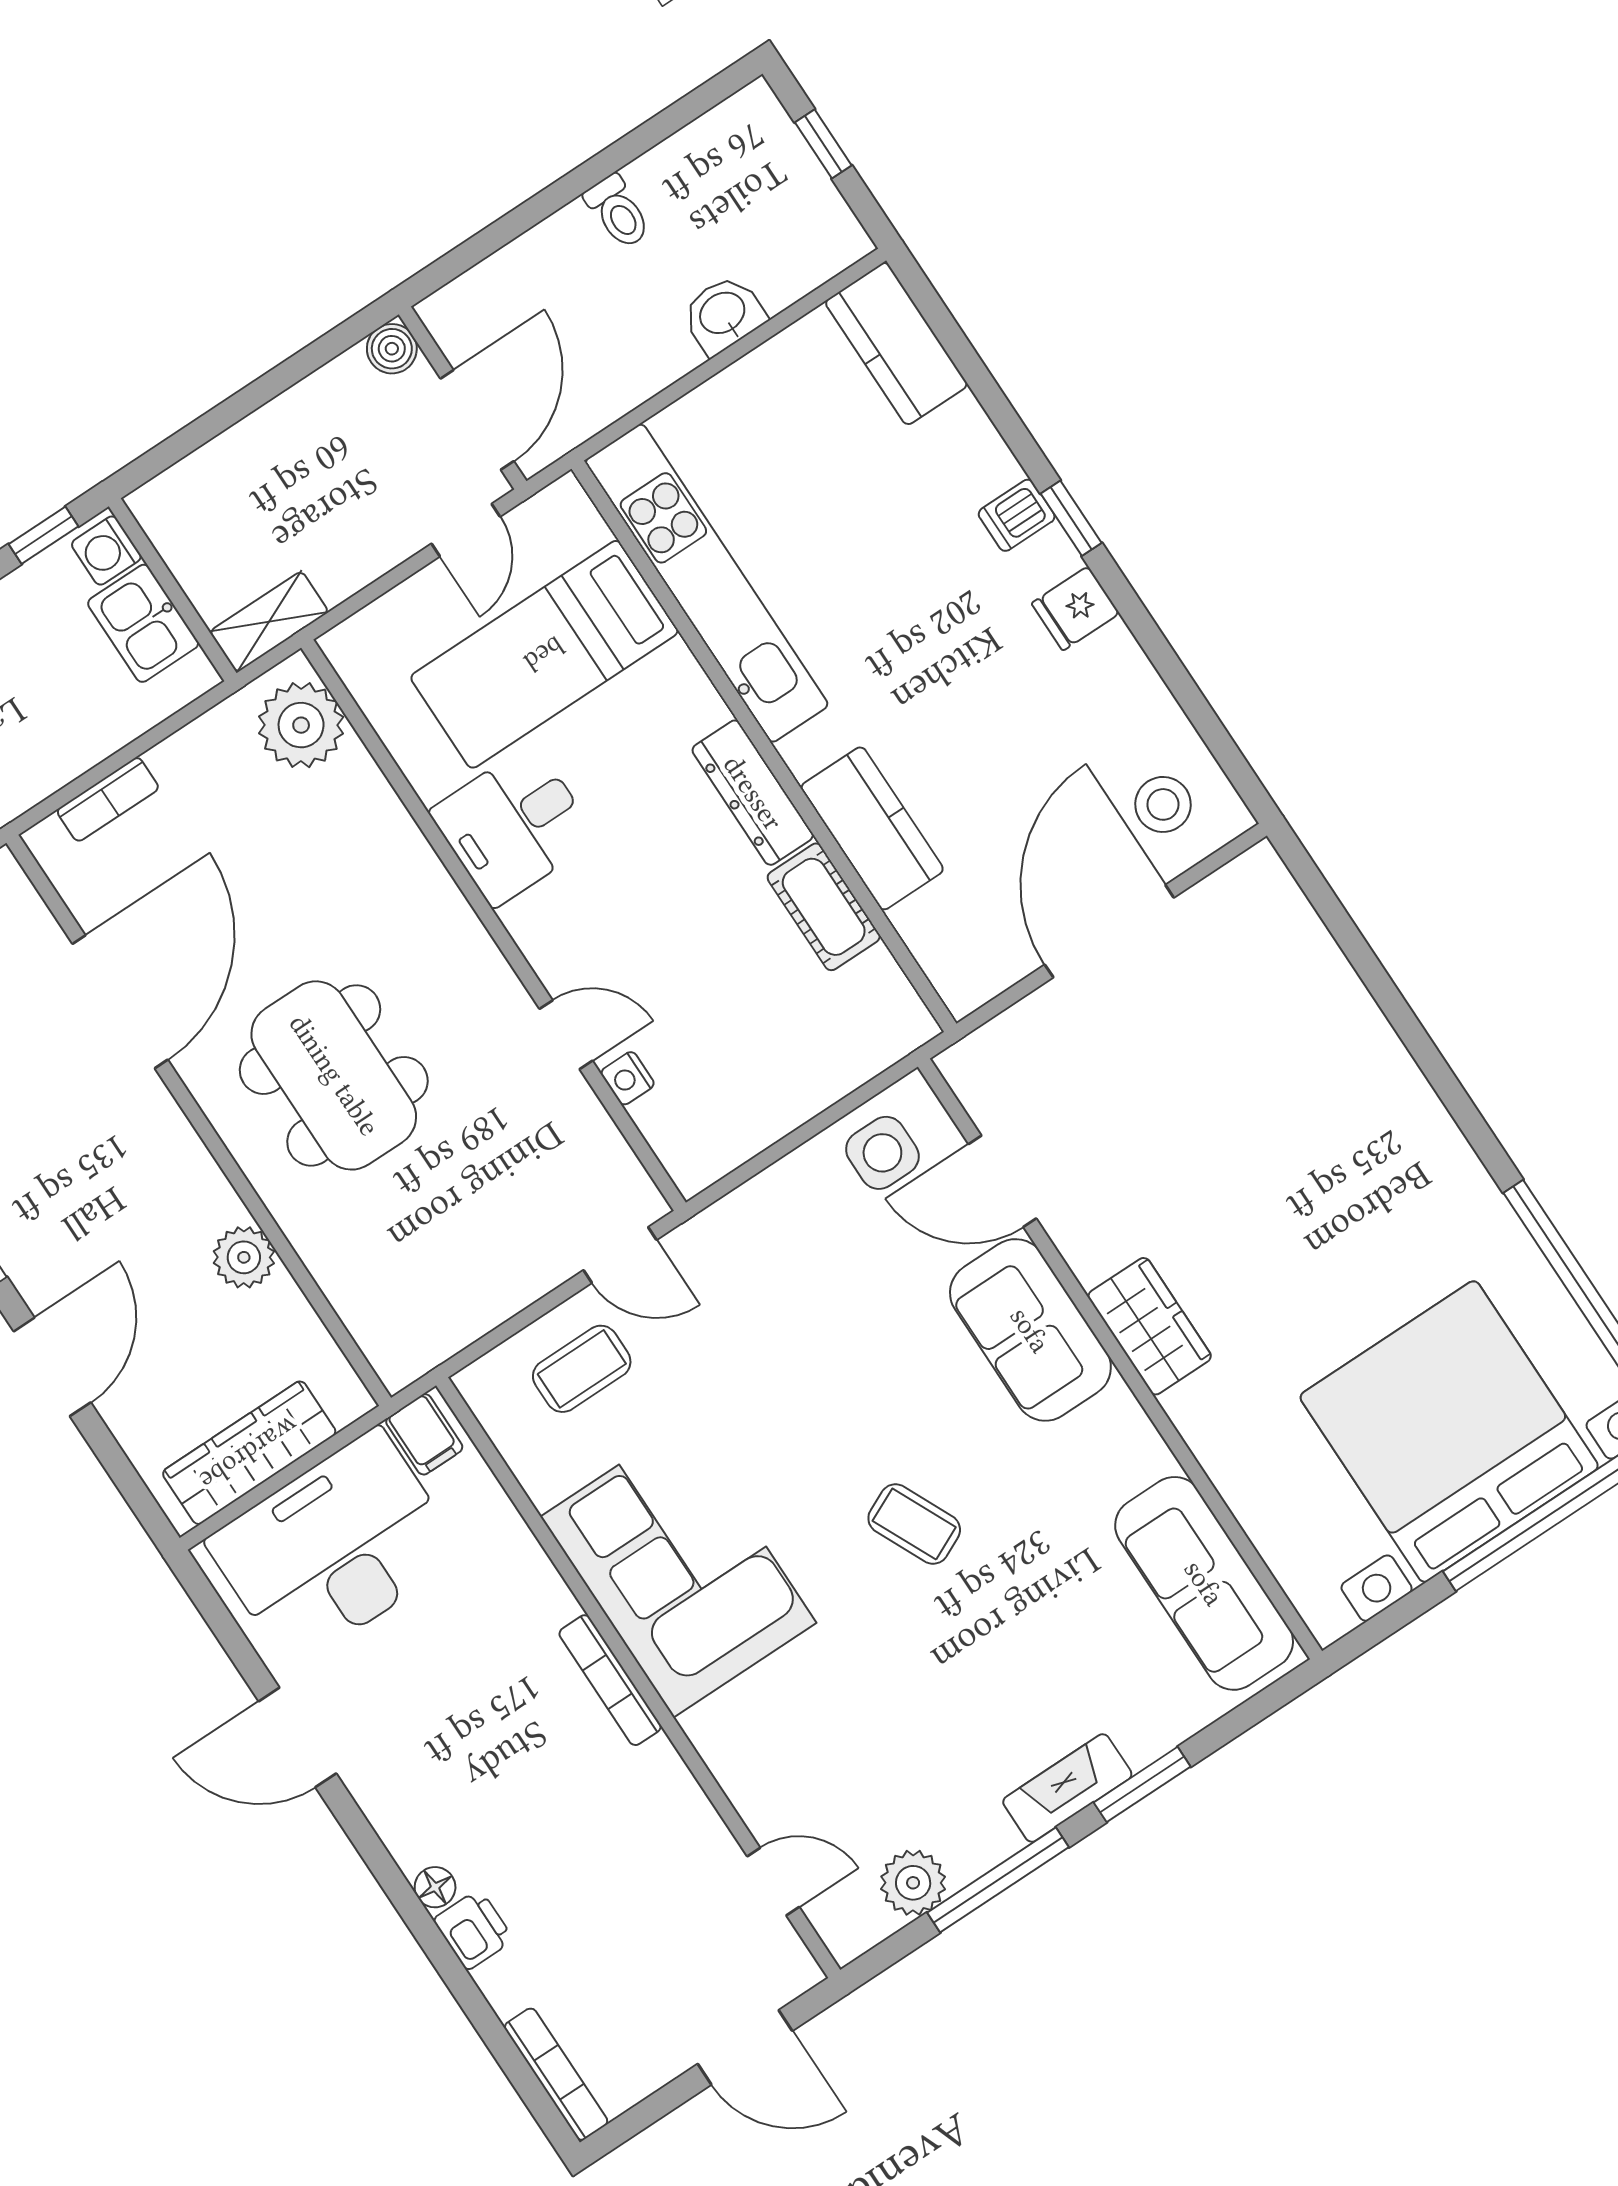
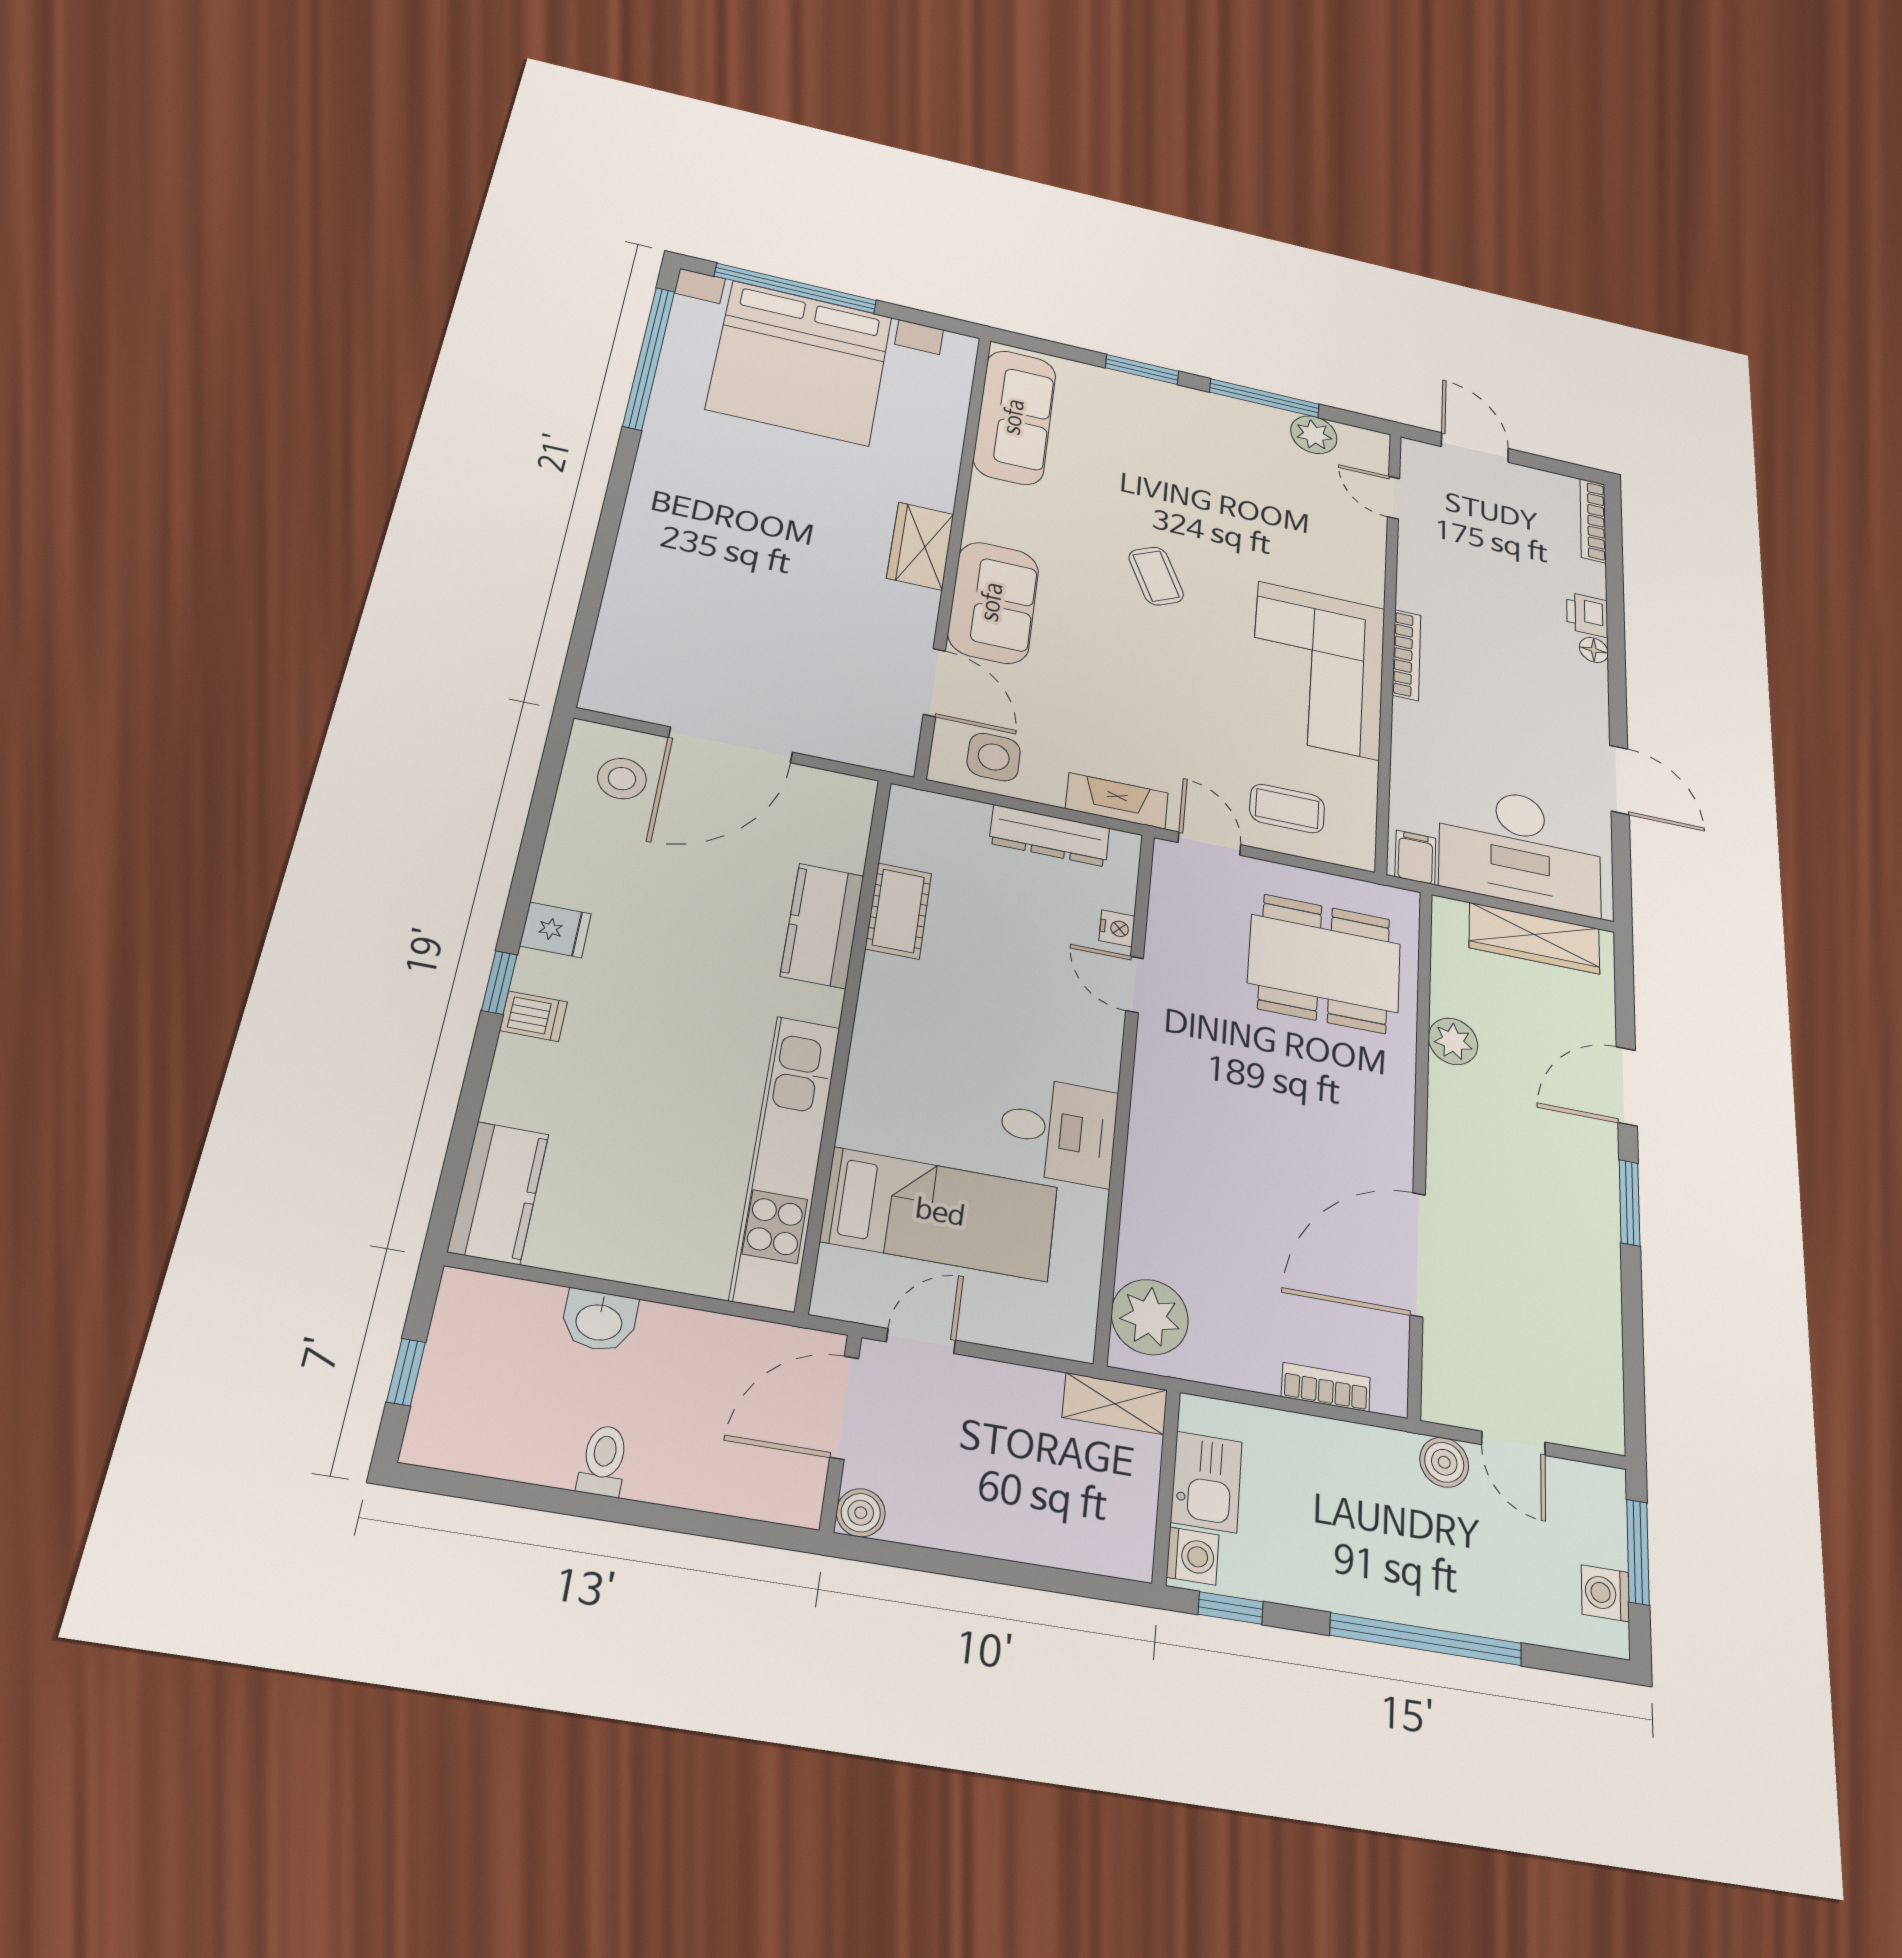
dresser: (753, 793) -> (1050, 836), moved, turned 90
dining table: (334, 1075) -> (1324, 963), moved, turned 90
fireplace: (1067, 1788) -> (1117, 801), moved, turned 180

